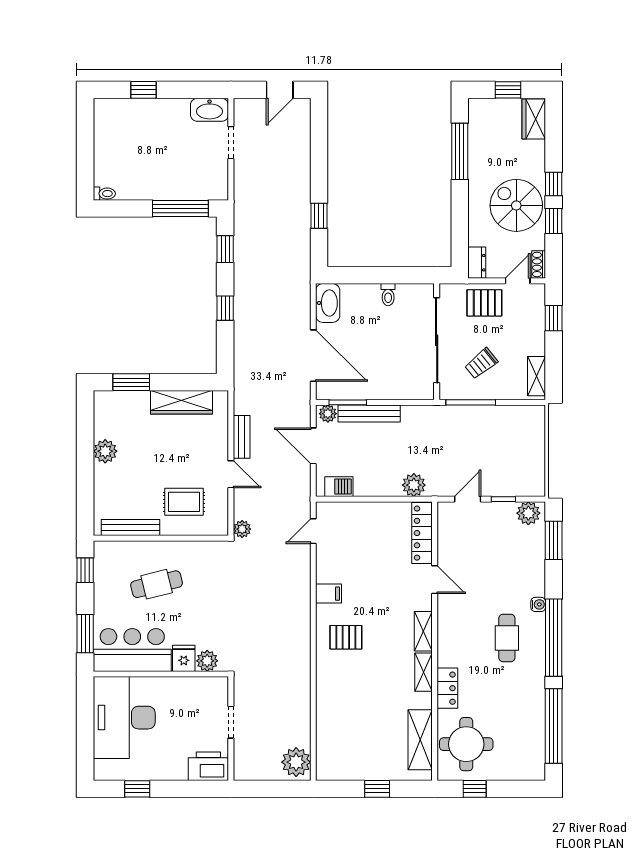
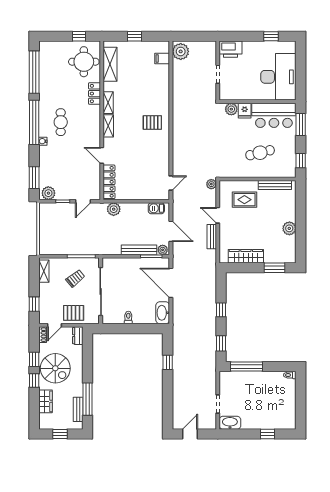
wardrobe: (534, 119) -> (45, 401), moved
bench: (476, 133) -> (78, 409), added
filing cabinet: (329, 594) -> (162, 58), moved

